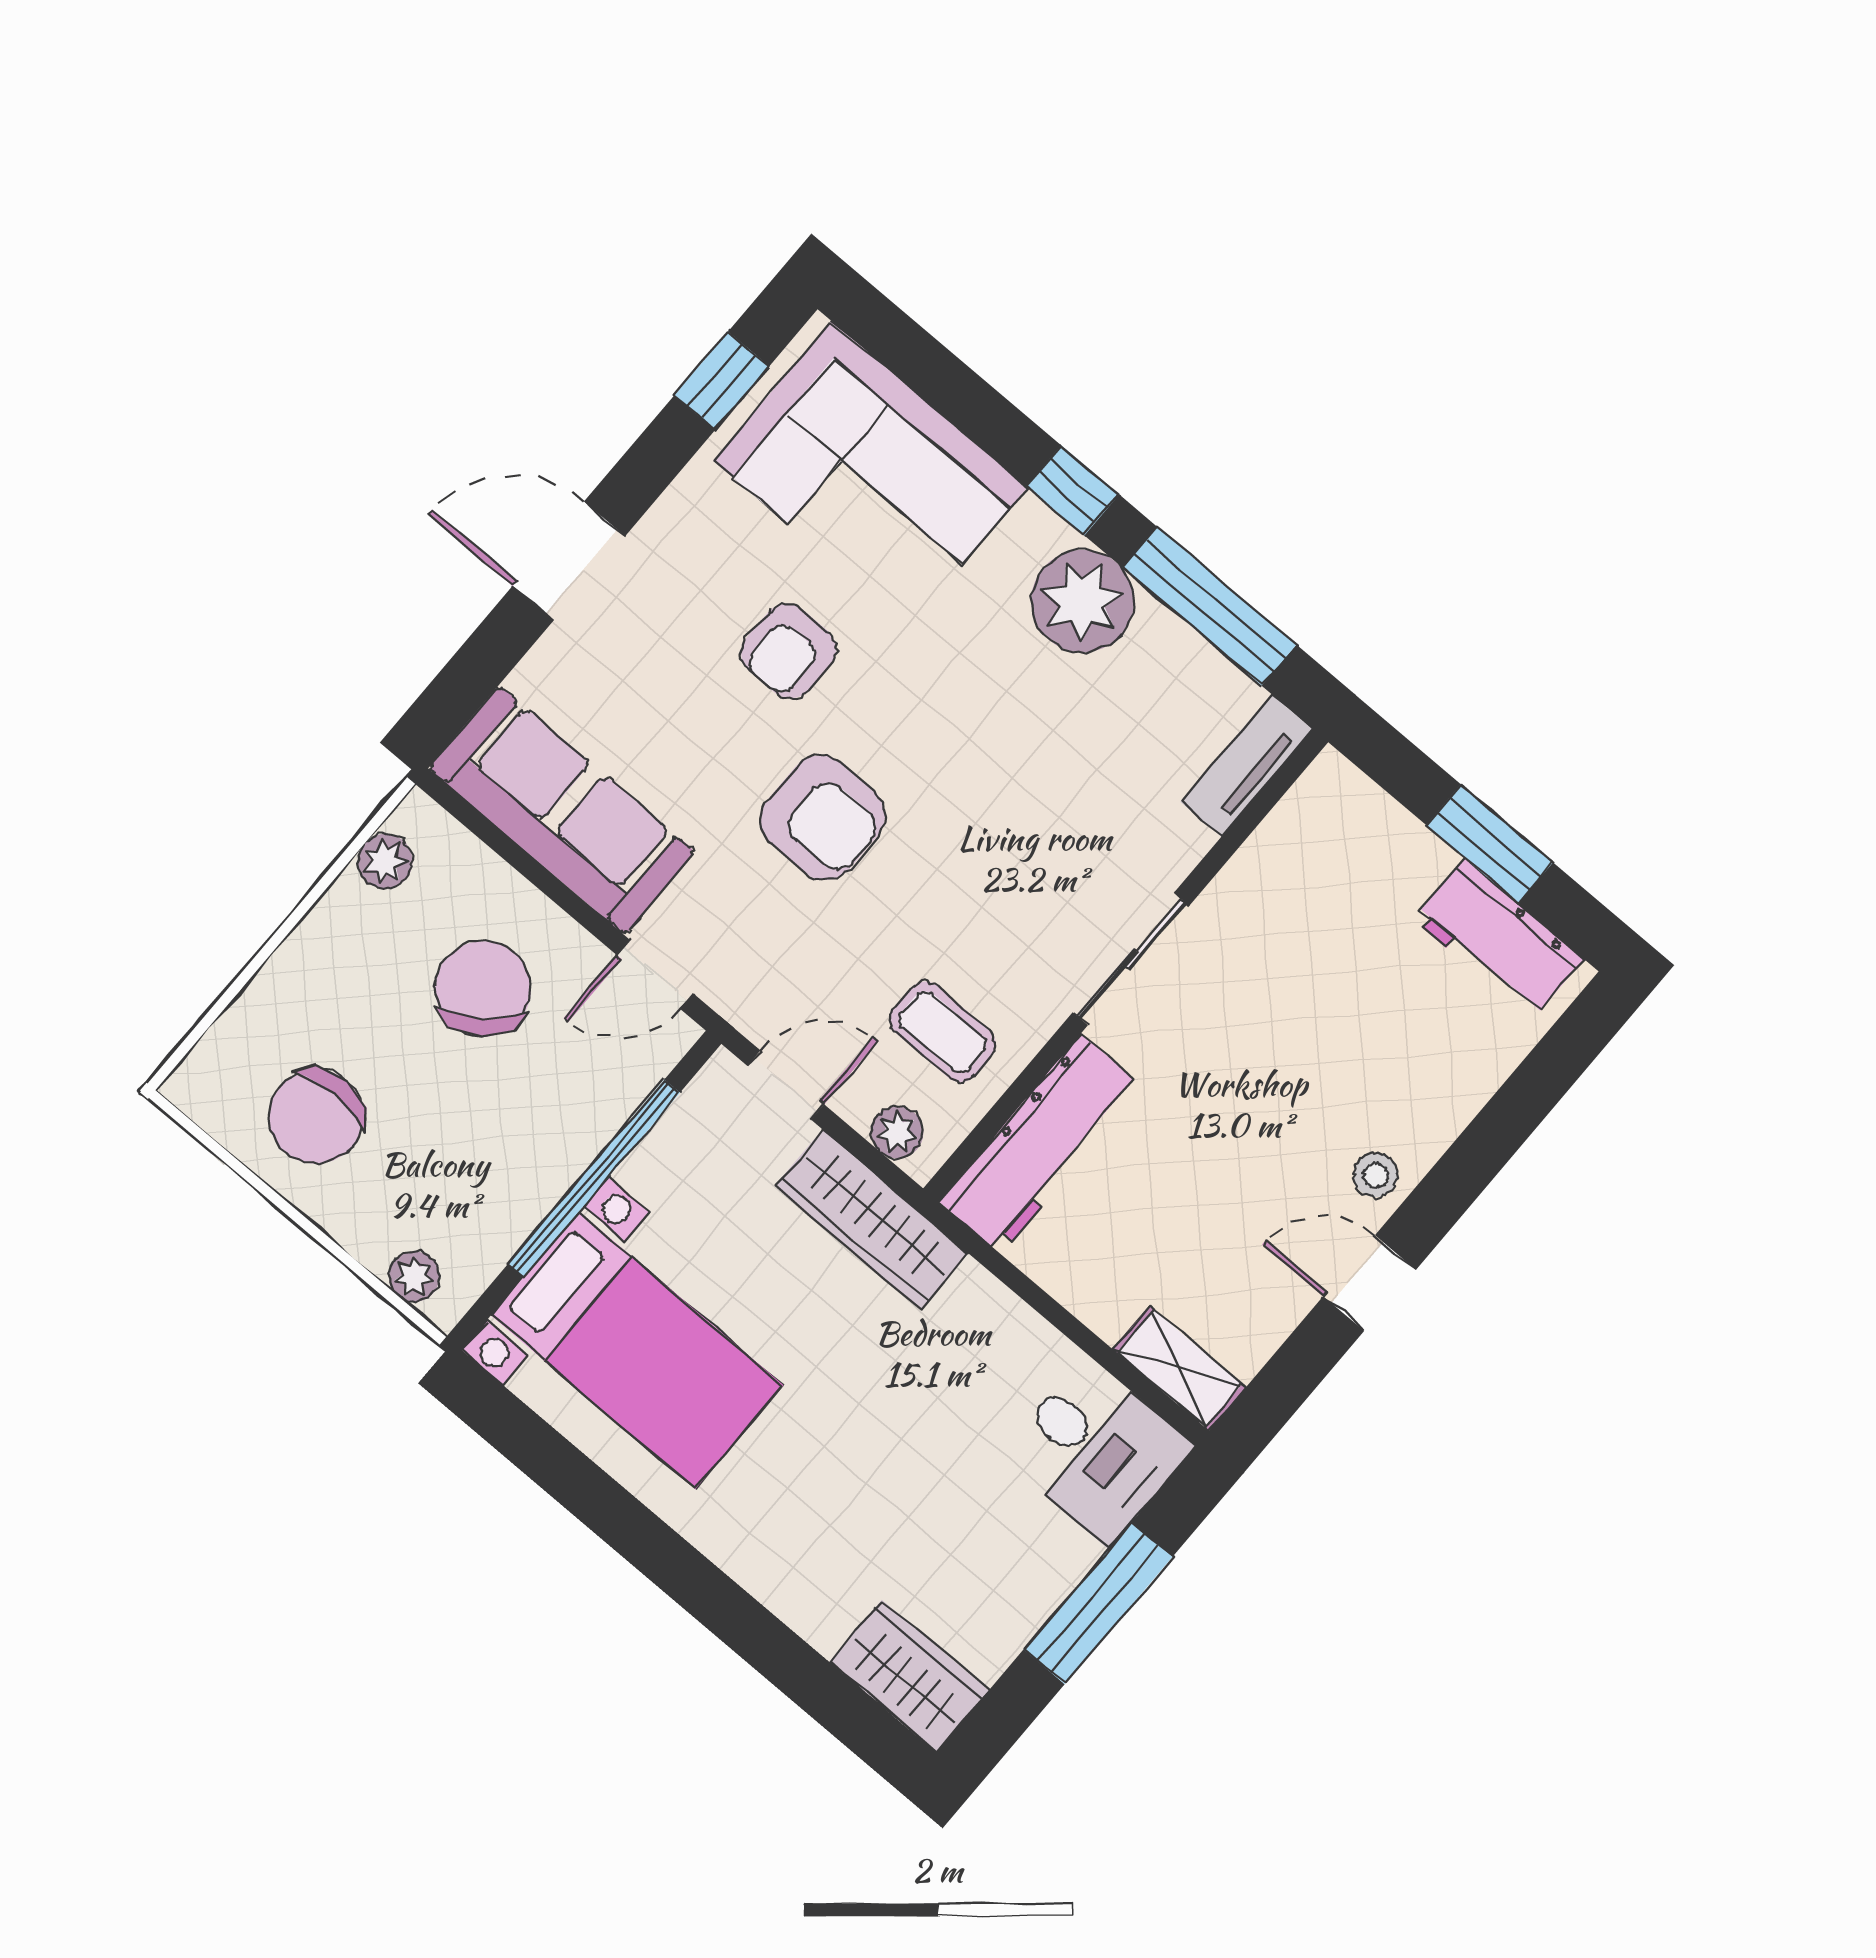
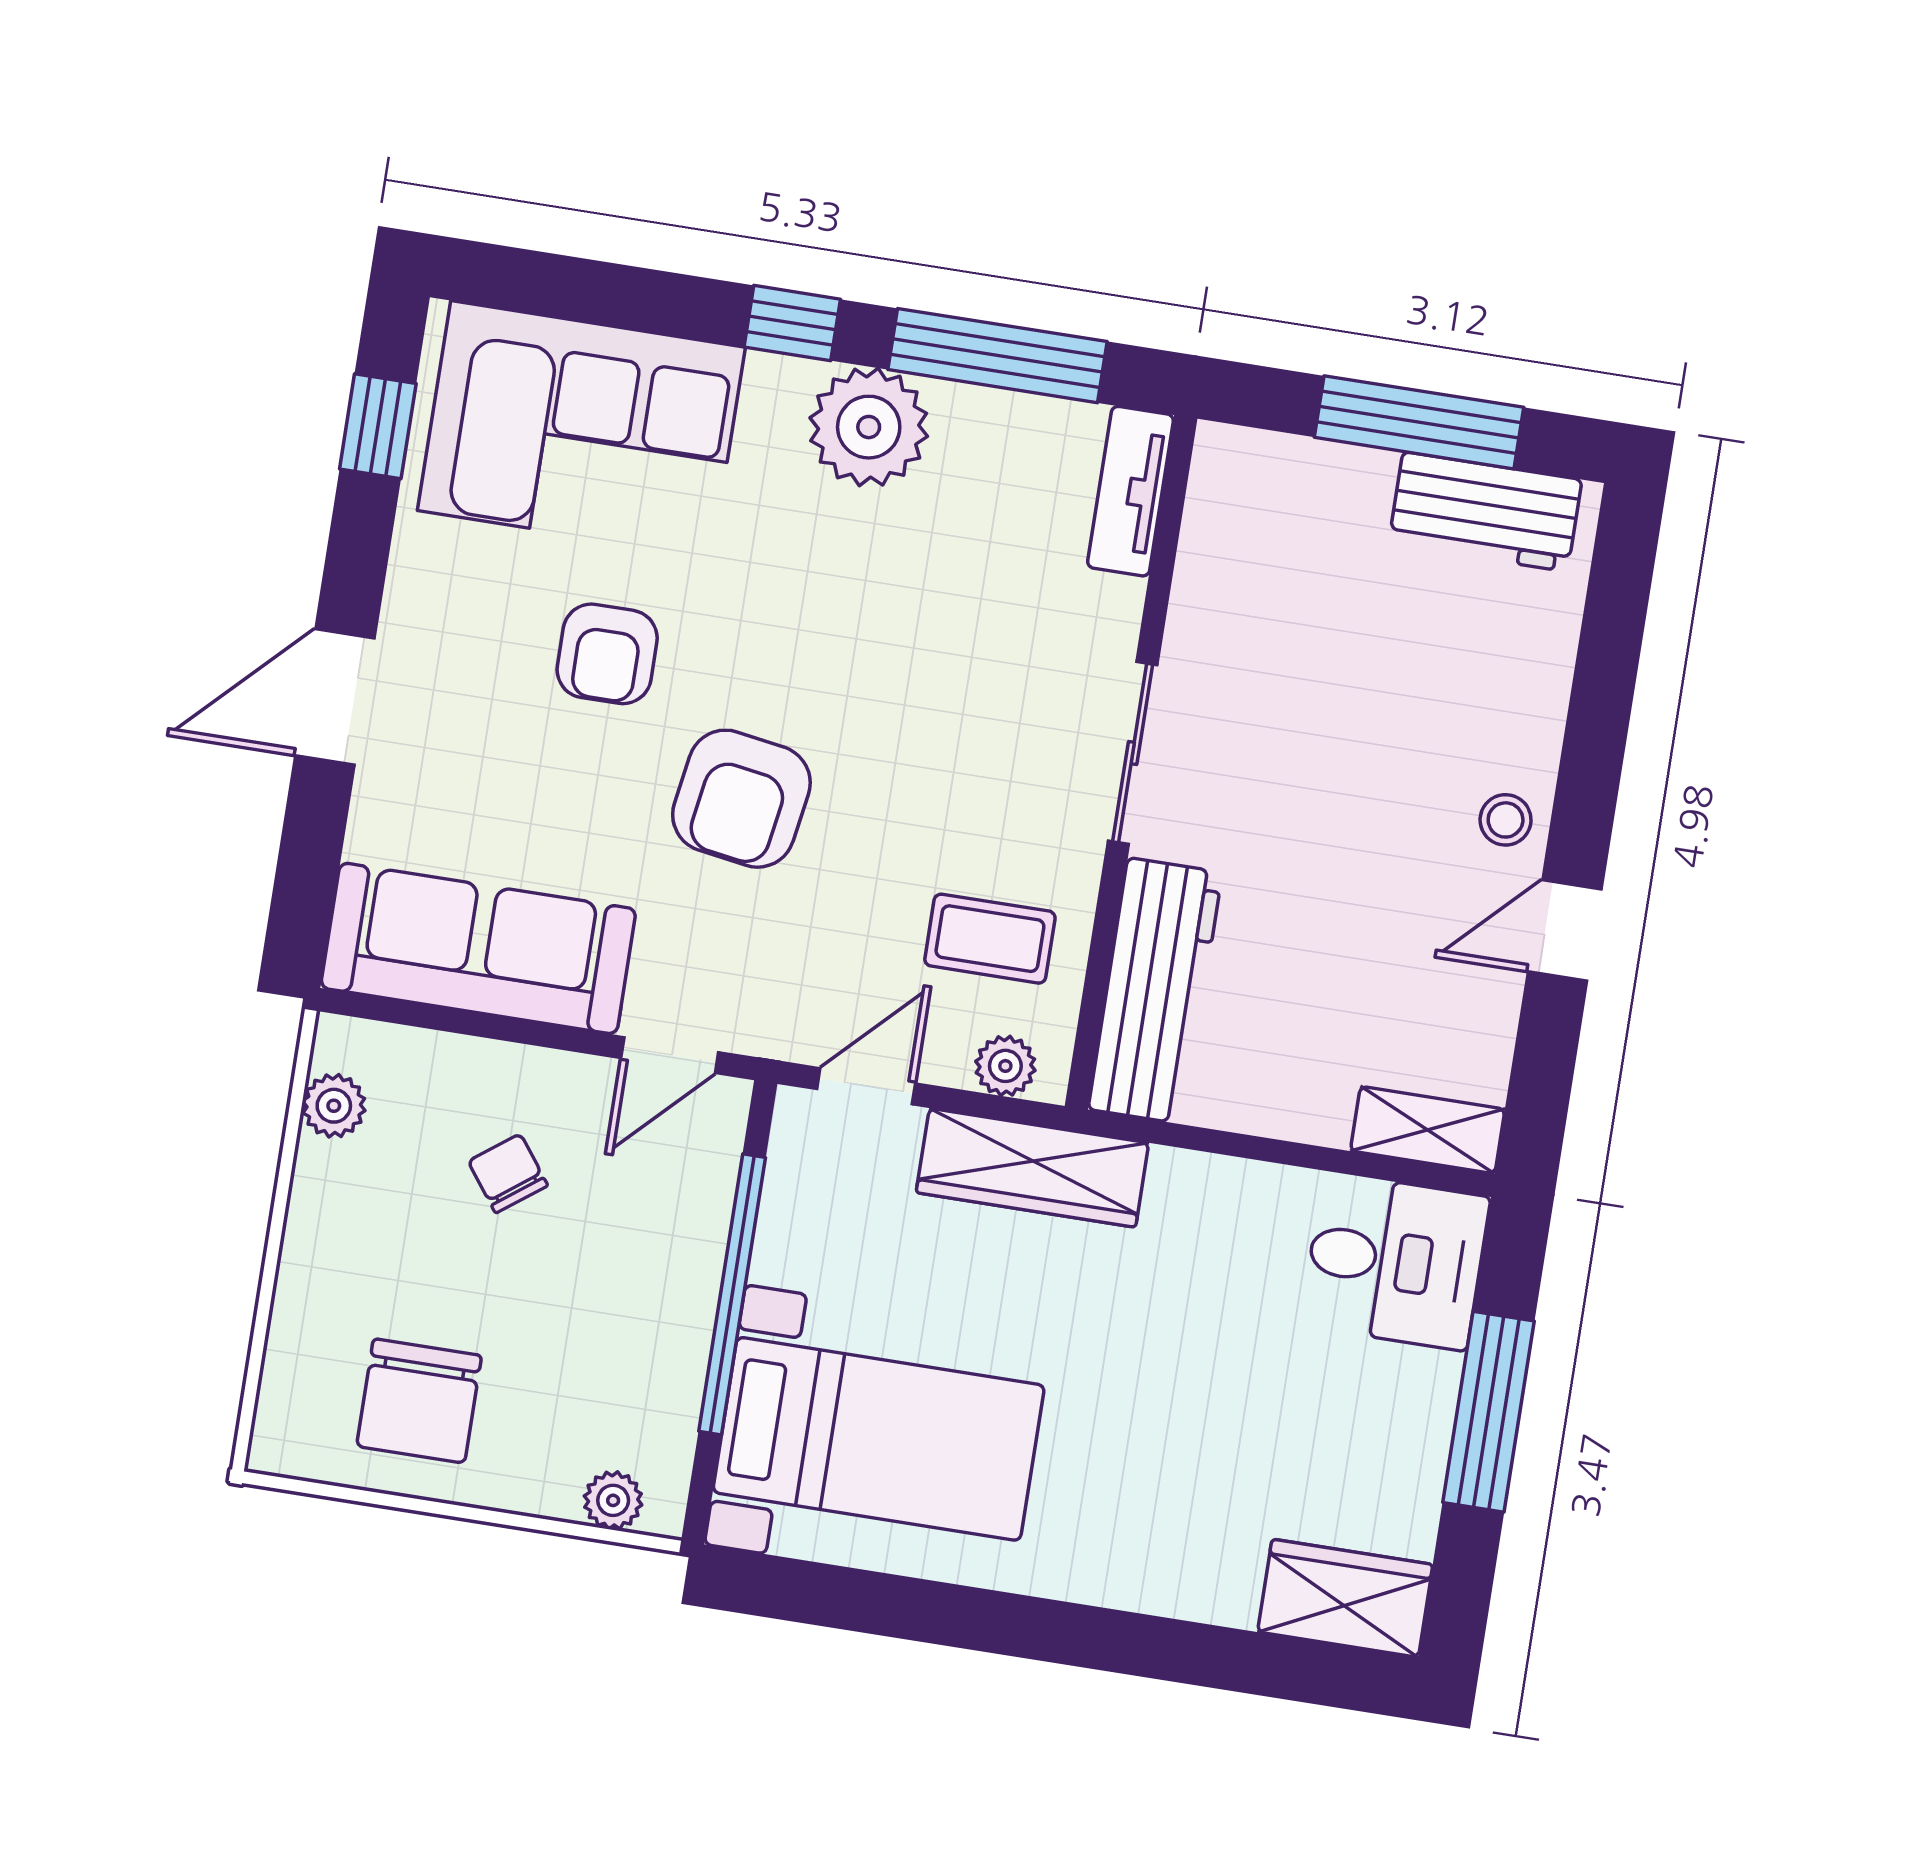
armchair: (823, 818) -> (741, 799), turned 99
window: (1490, 844) -> (1419, 422), width x1.44
chair: (483, 989) -> (508, 1173), width x0.54, depth x0.54

